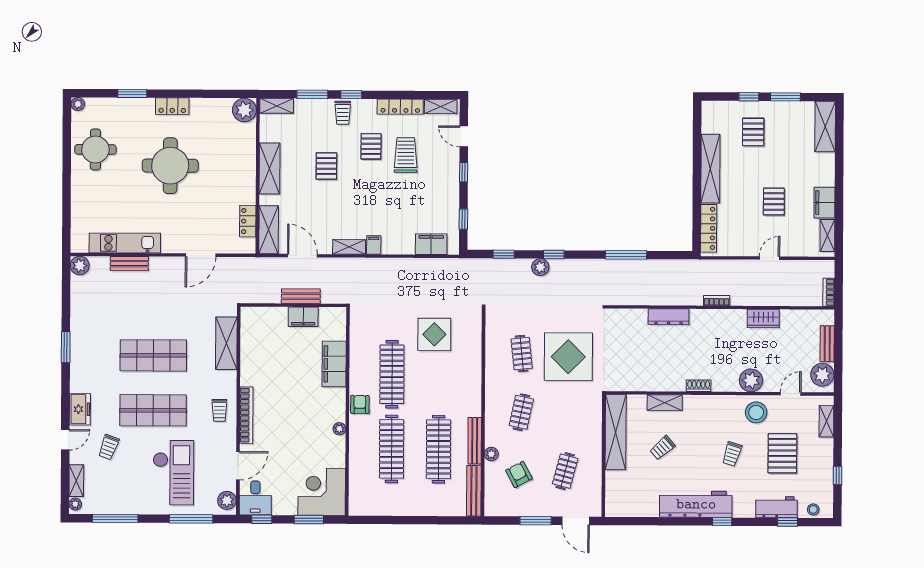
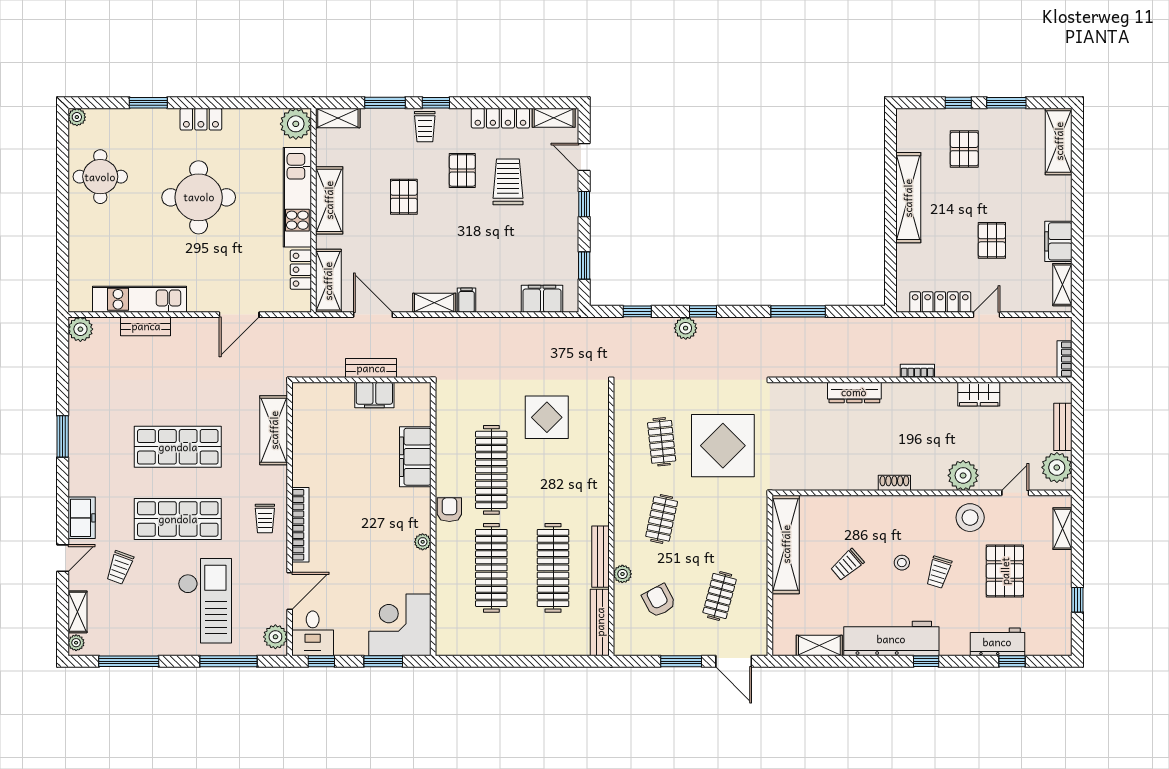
kitchen unit: (245, 166) -> (297, 197), added
locker: (709, 228) -> (940, 302), moved, turned -90
shelving: (665, 403) -> (819, 646), moved
stool: (813, 509) -> (902, 563), moved

